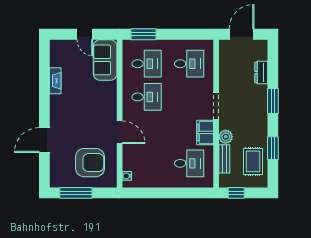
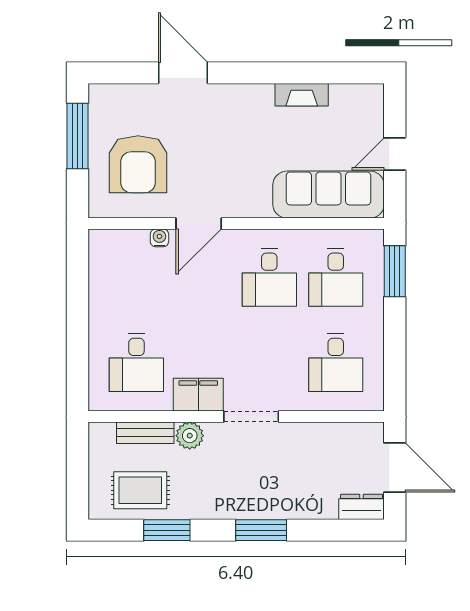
sofa: (105, 60) -> (329, 195), width x1.36
dresser: (261, 73) -> (361, 507), moved
water cooler: (127, 176) -> (159, 238), moved
window: (236, 193) -> (77, 457), removed

